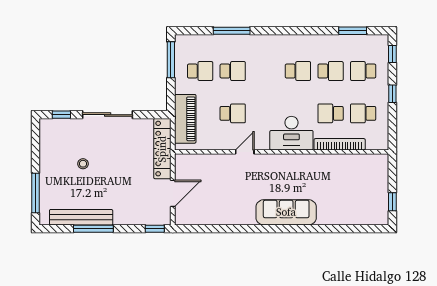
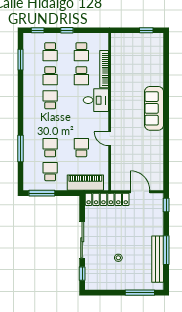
school desk: (331, 71) -> (50, 76), turned 180
desk: (291, 133) -> (96, 100), width x0.73

